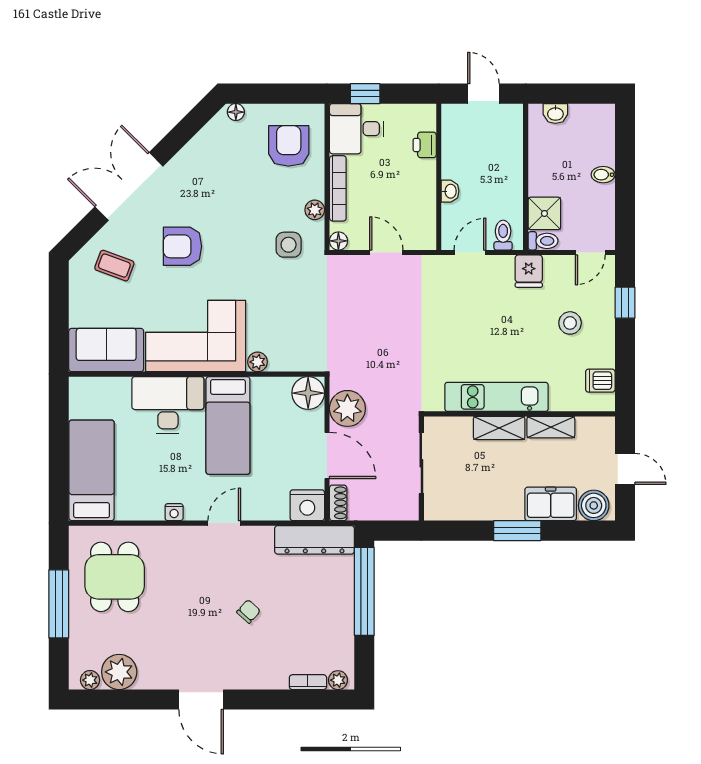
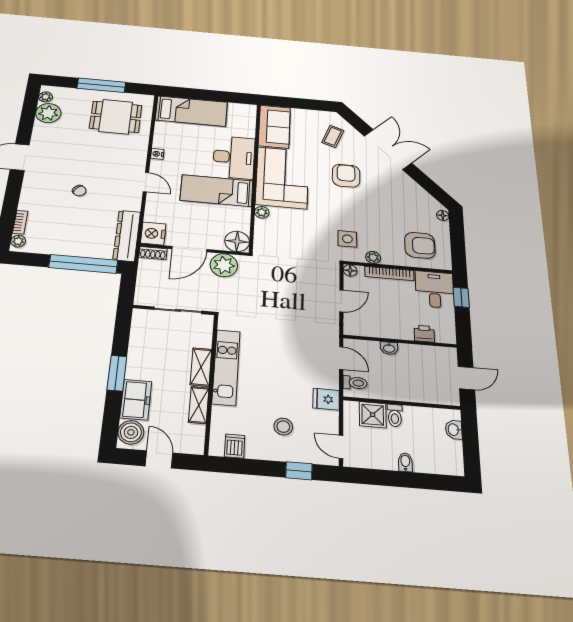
toilet: (543, 241) -> (395, 415), moved
door: (625, 469) -> (159, 459), swing flipped

